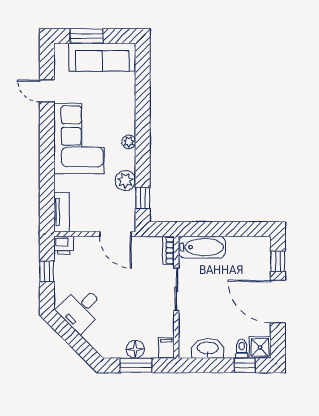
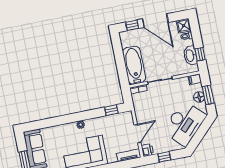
plant: (125, 181) -> (103, 122), removed
door: (116, 234) -> (138, 134), moved
bathtub: (202, 247) -> (134, 65), width x1.36, depth x1.36
door: (278, 302) -> (155, 21), hinge flipped
desk: (81, 309) -> (184, 123), width x1.87, depth x1.30
window: (245, 365) -> (200, 54), moved

